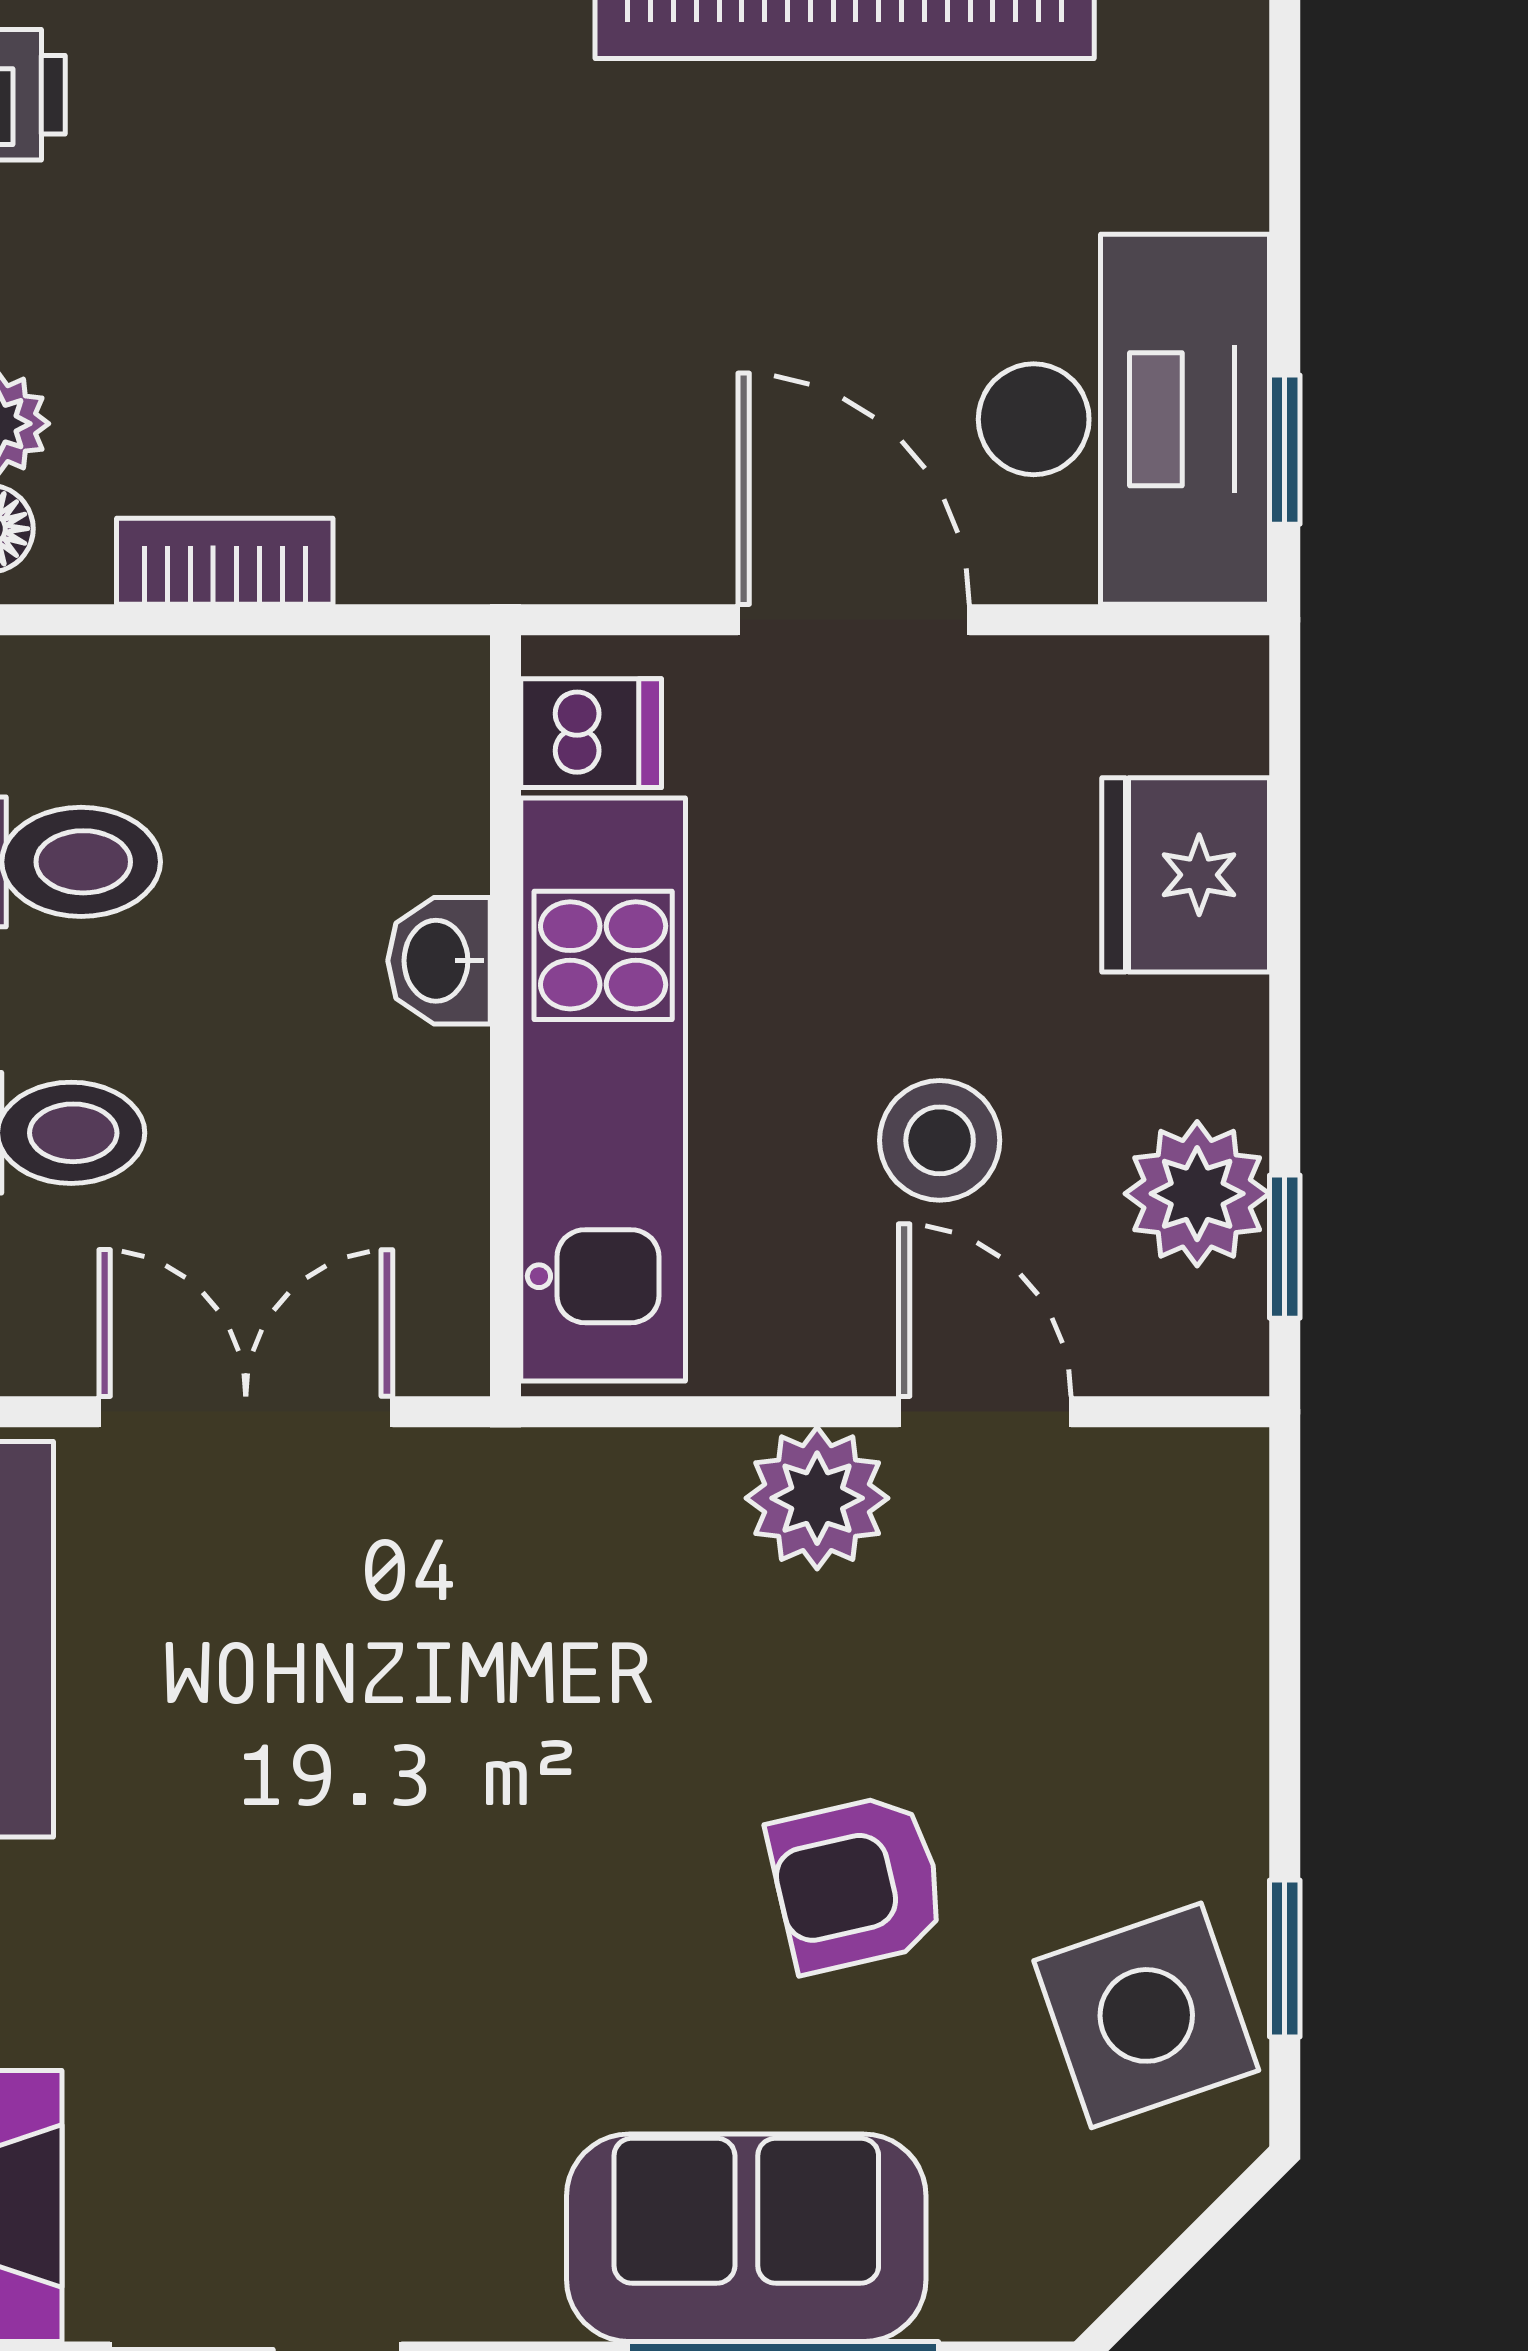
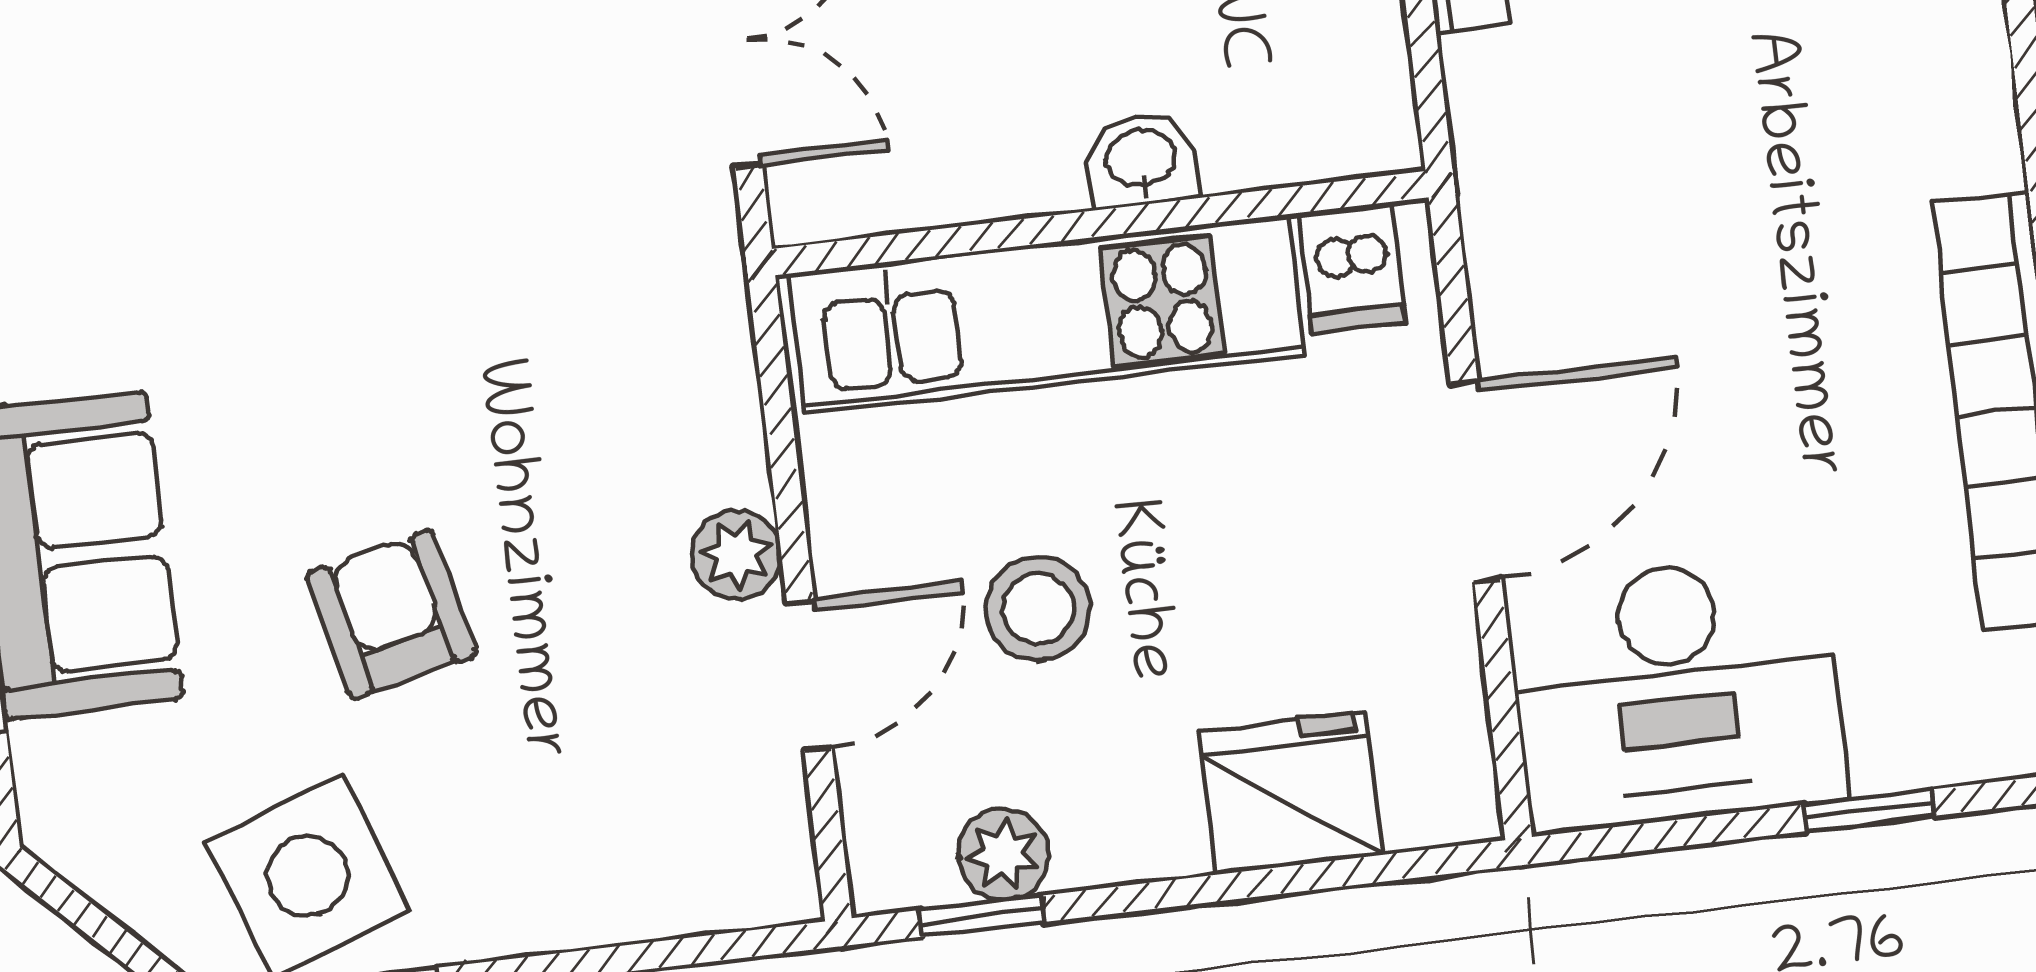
window: (1285, 450) -> (1870, 810), moved
plant: (1197, 1194) -> (1003, 854), width x0.73, depth x0.73
plant: (817, 1498) -> (737, 555), width x0.73, depth x0.73

